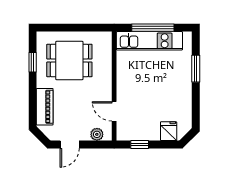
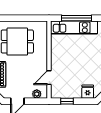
door: (114, 111) -> (49, 78), hinge flipped

